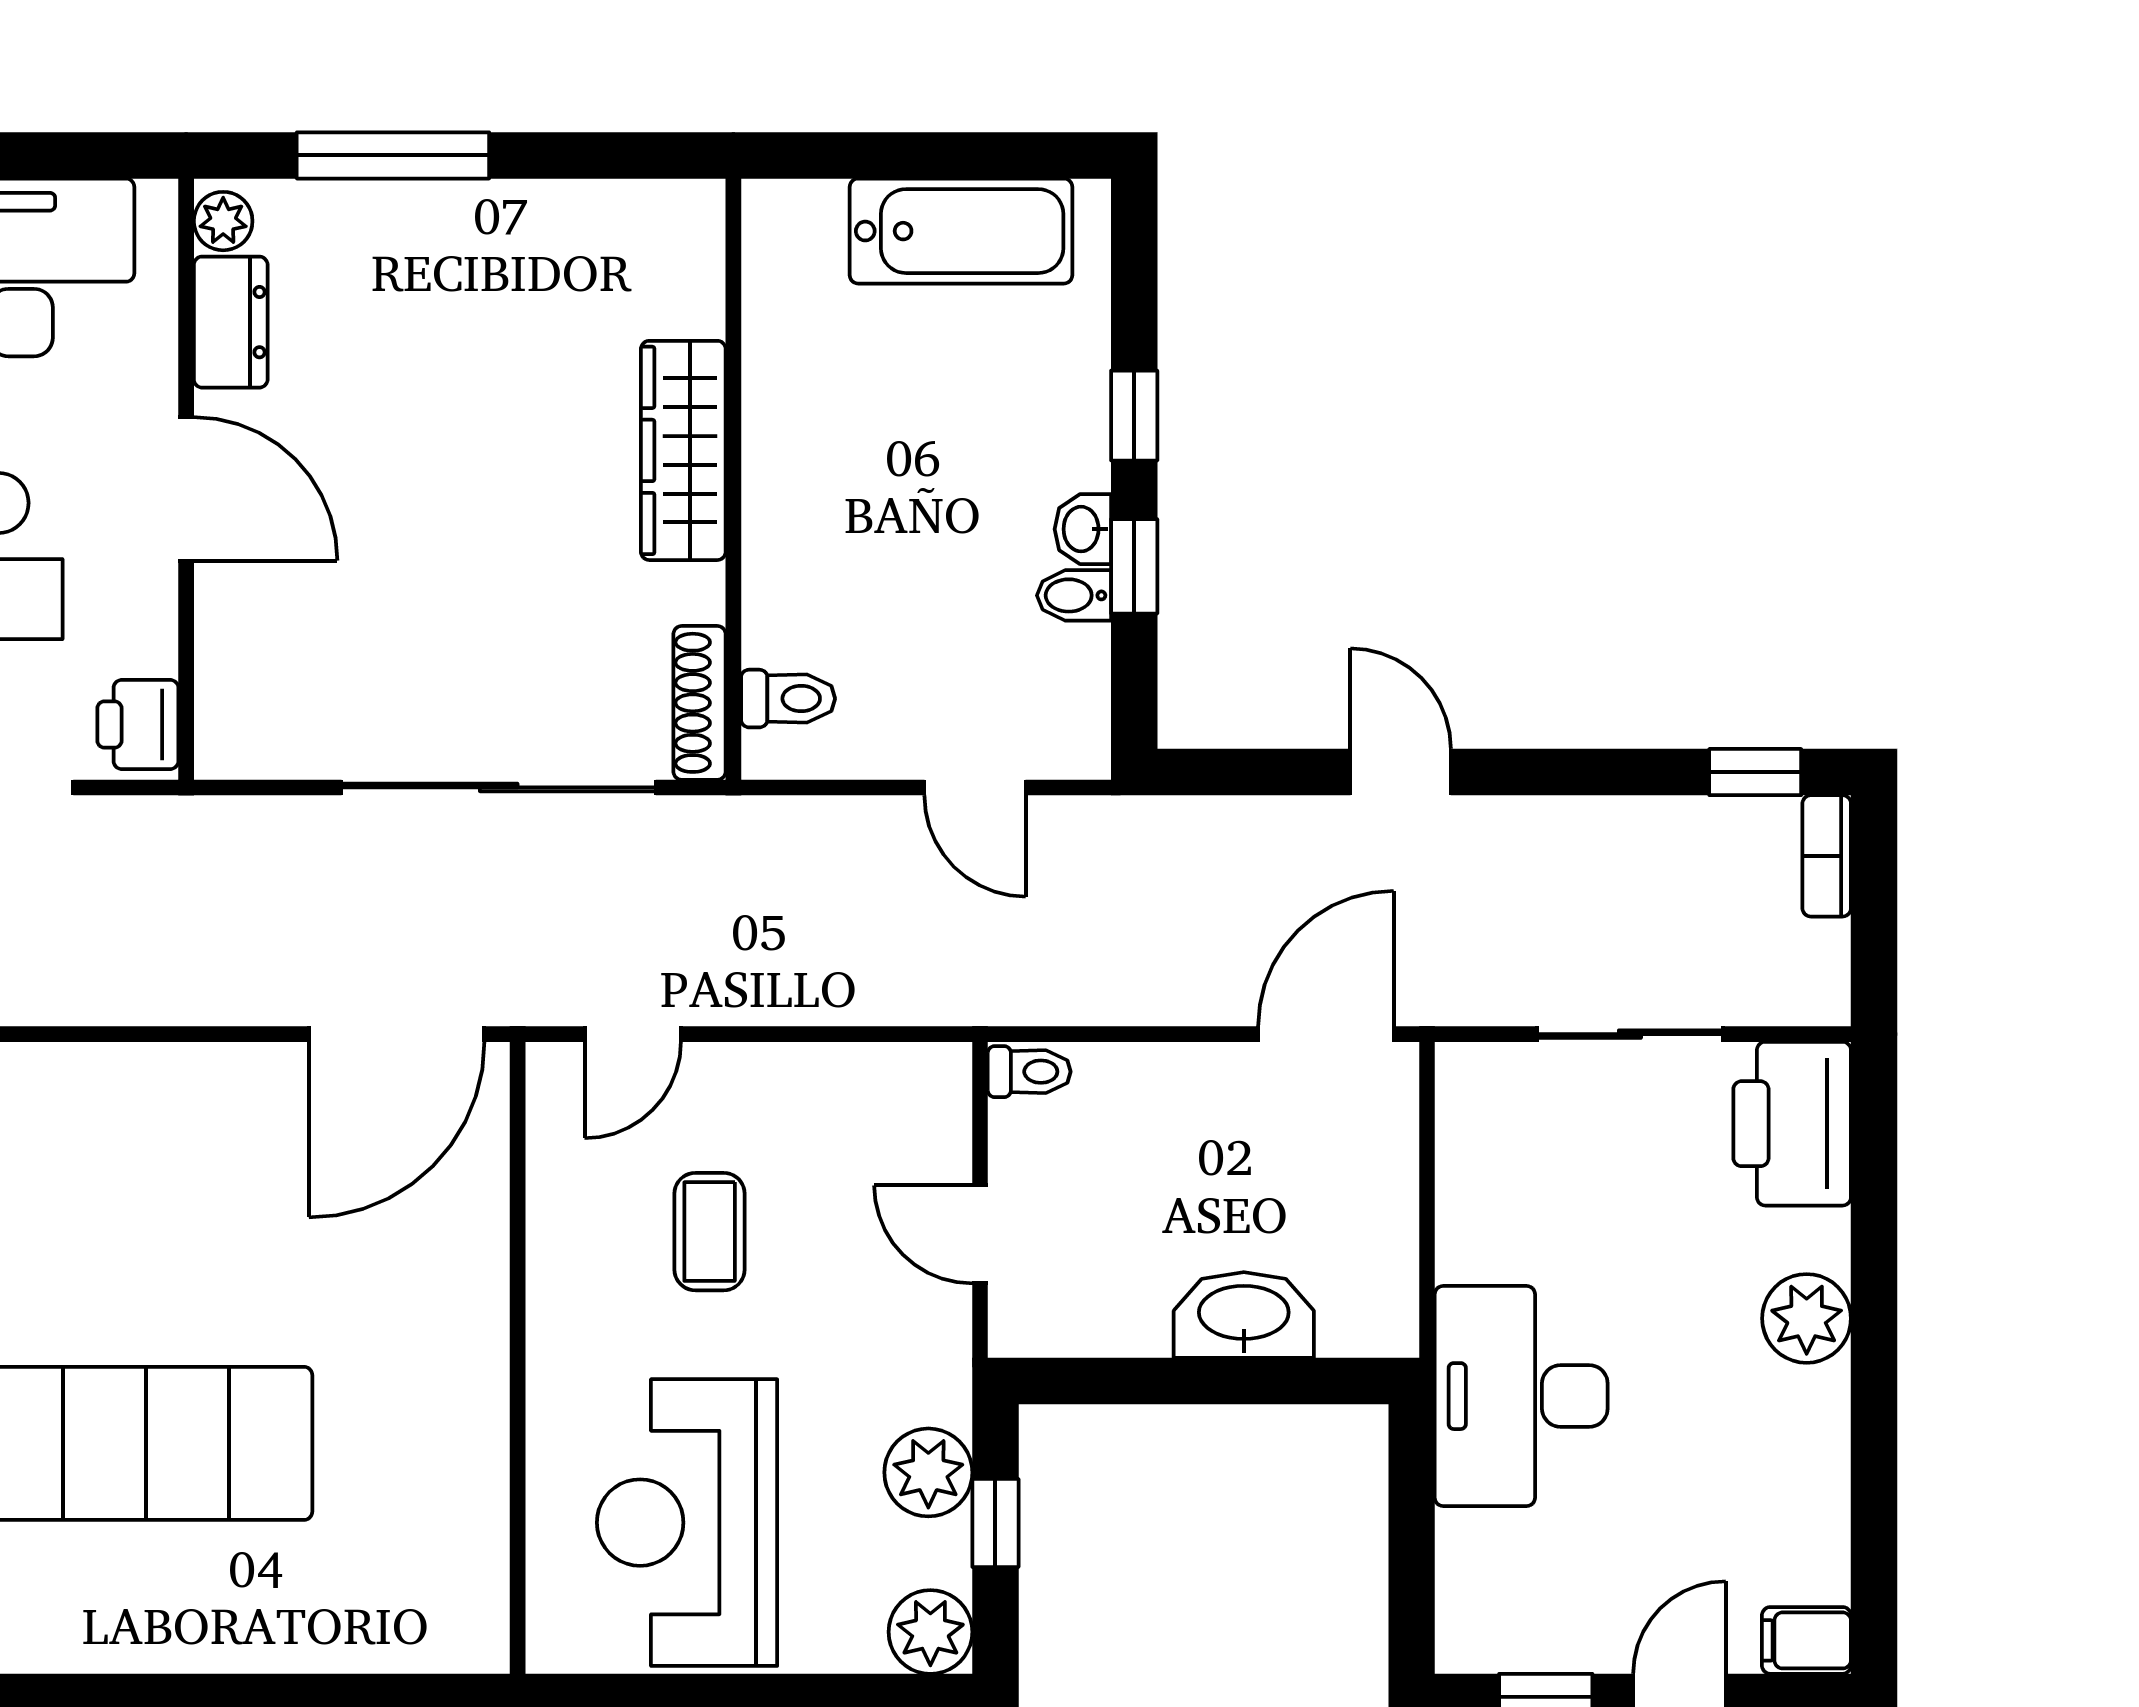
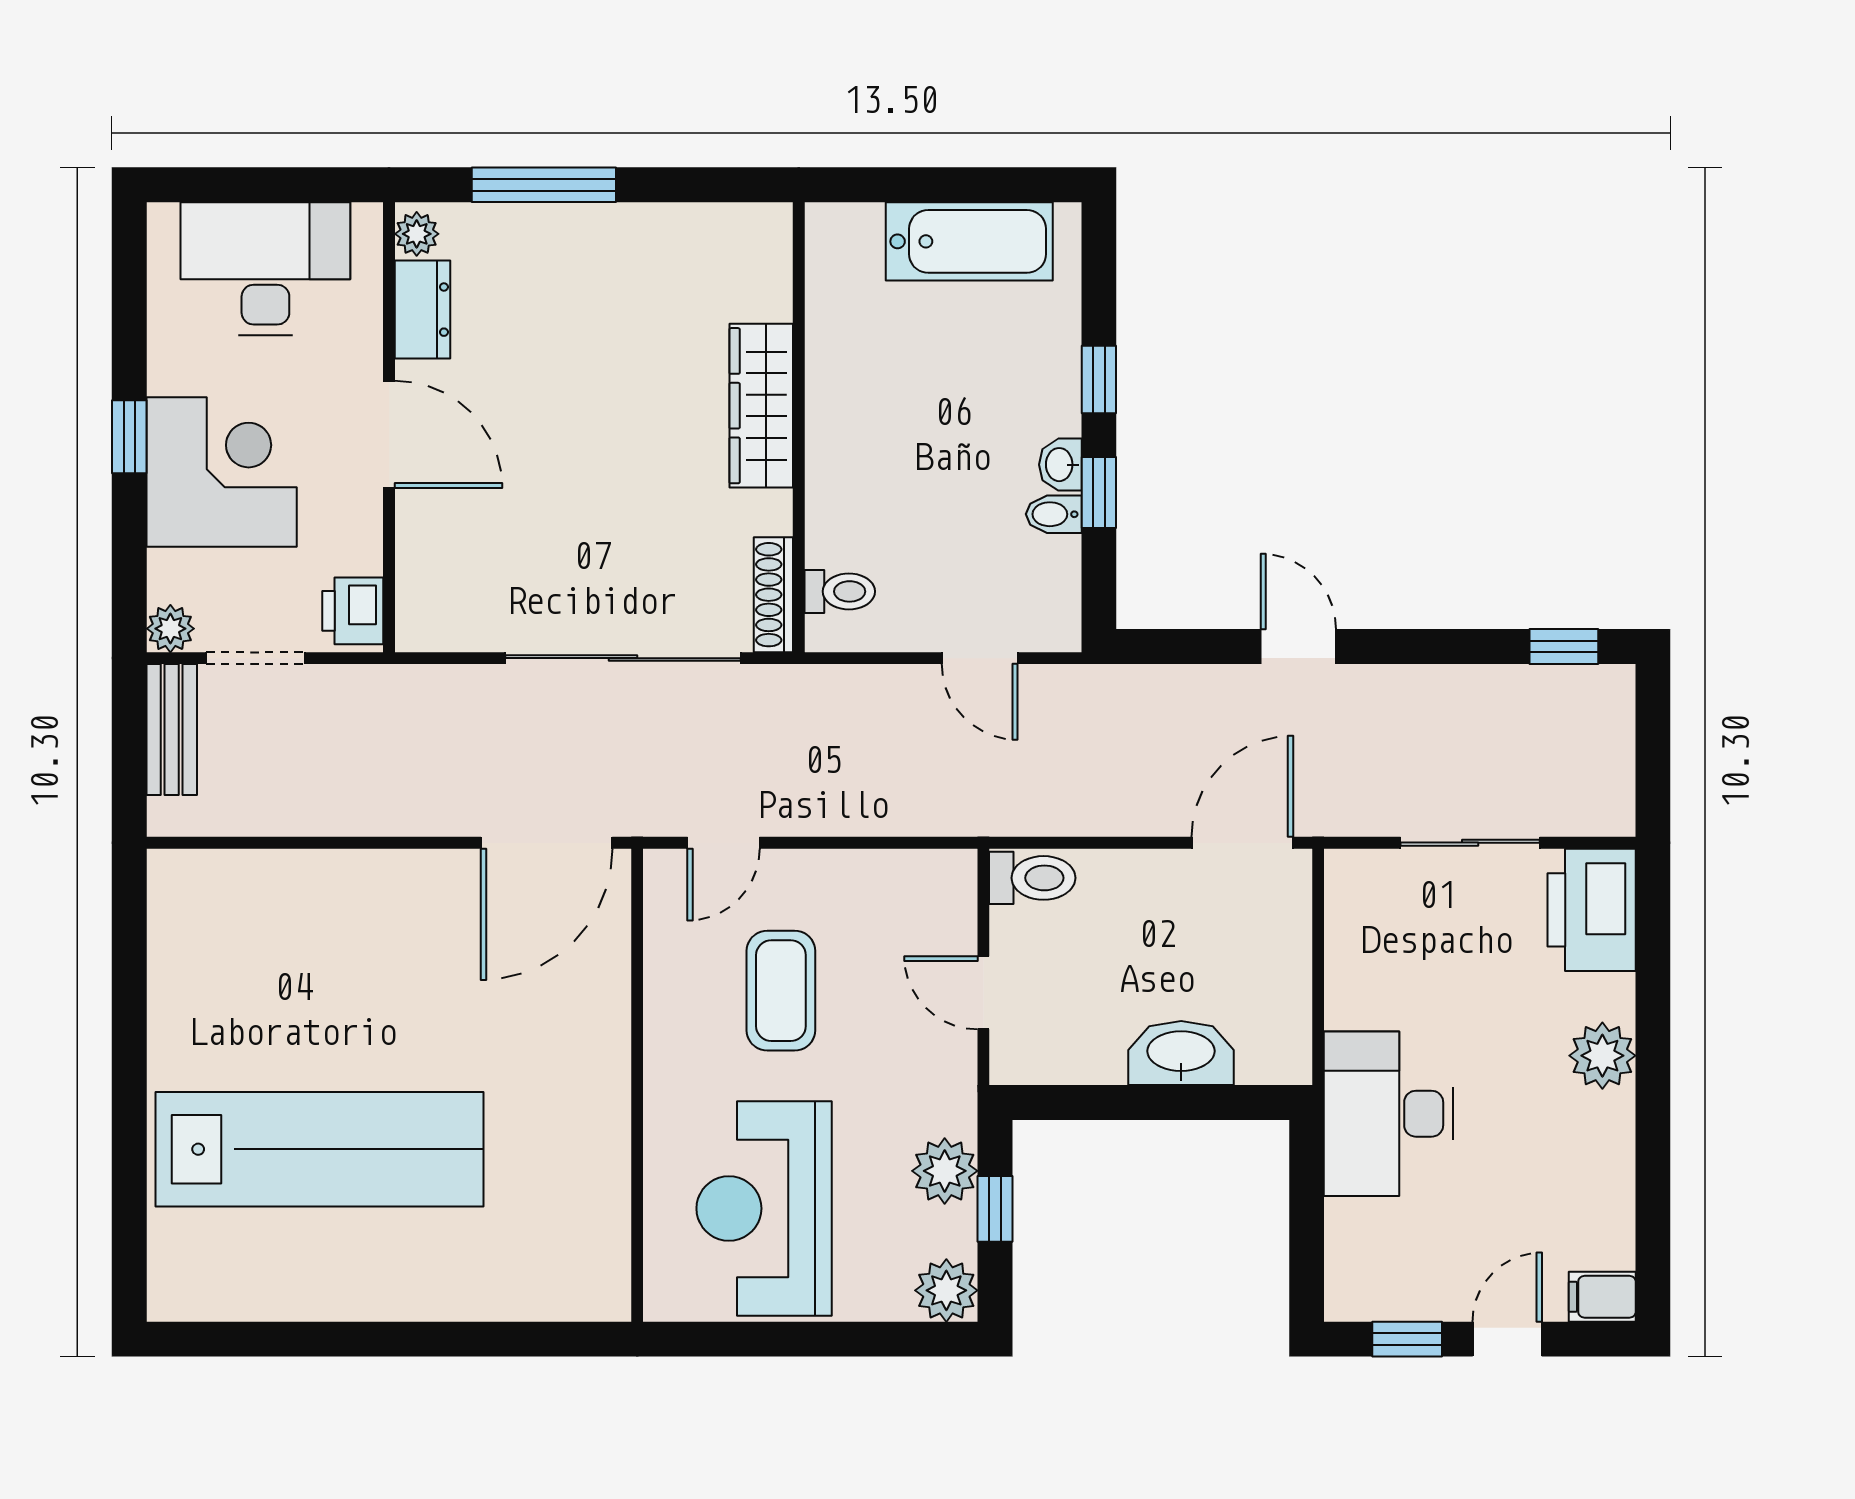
bookcase: (1827, 856) -> (1617, 709), removed
toilet: (1029, 1072) -> (1032, 878), width x1.37, depth x1.39
coffee table: (710, 1232) -> (781, 991), width x1.36, depth x1.30

